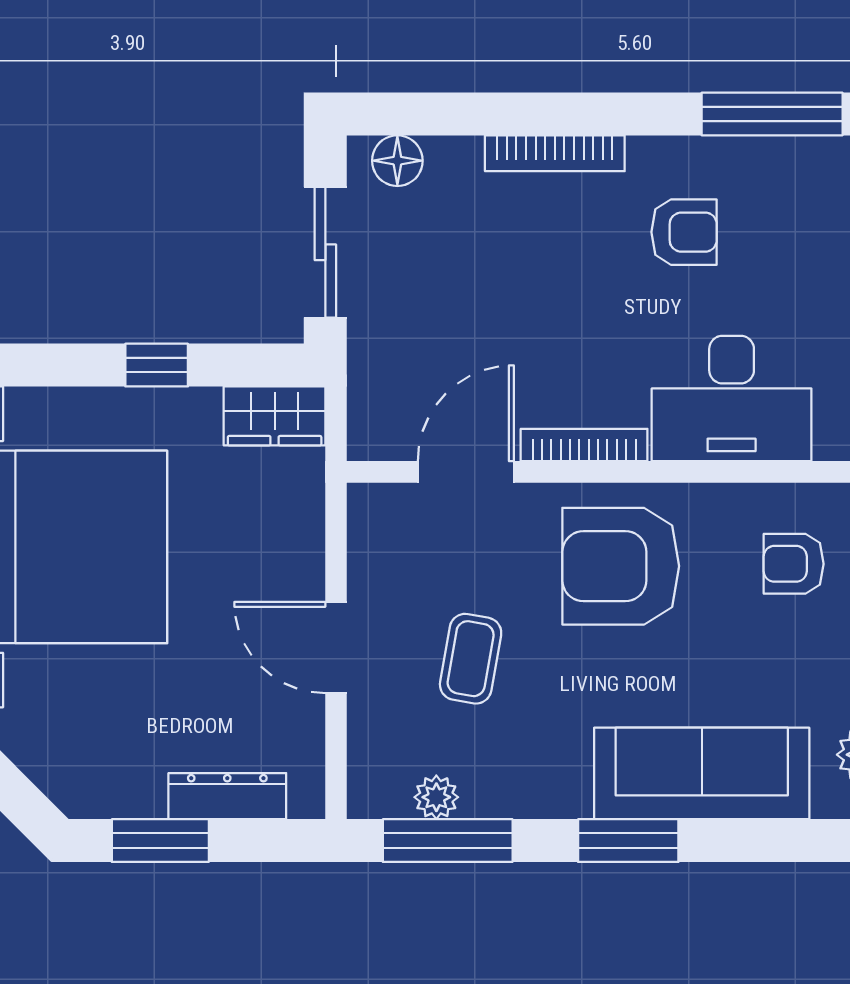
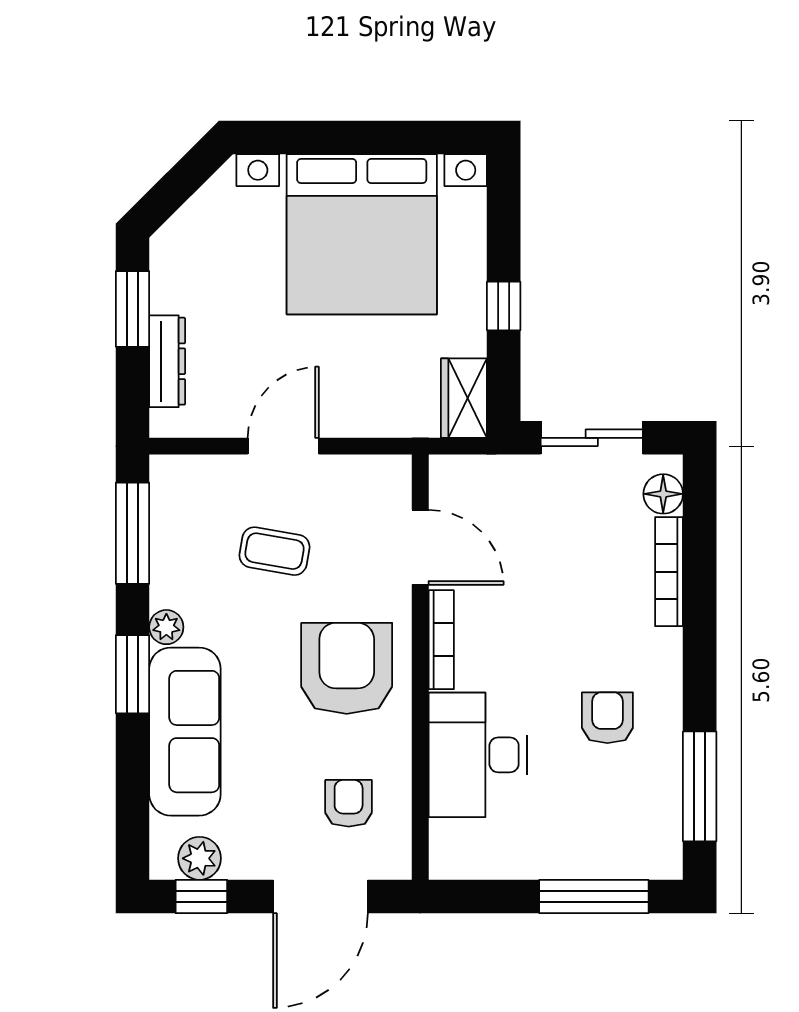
bookcase: (555, 153) -> (669, 572), moved
armchair: (684, 232) -> (607, 718), turned 180
plant: (436, 797) -> (166, 627), moved

